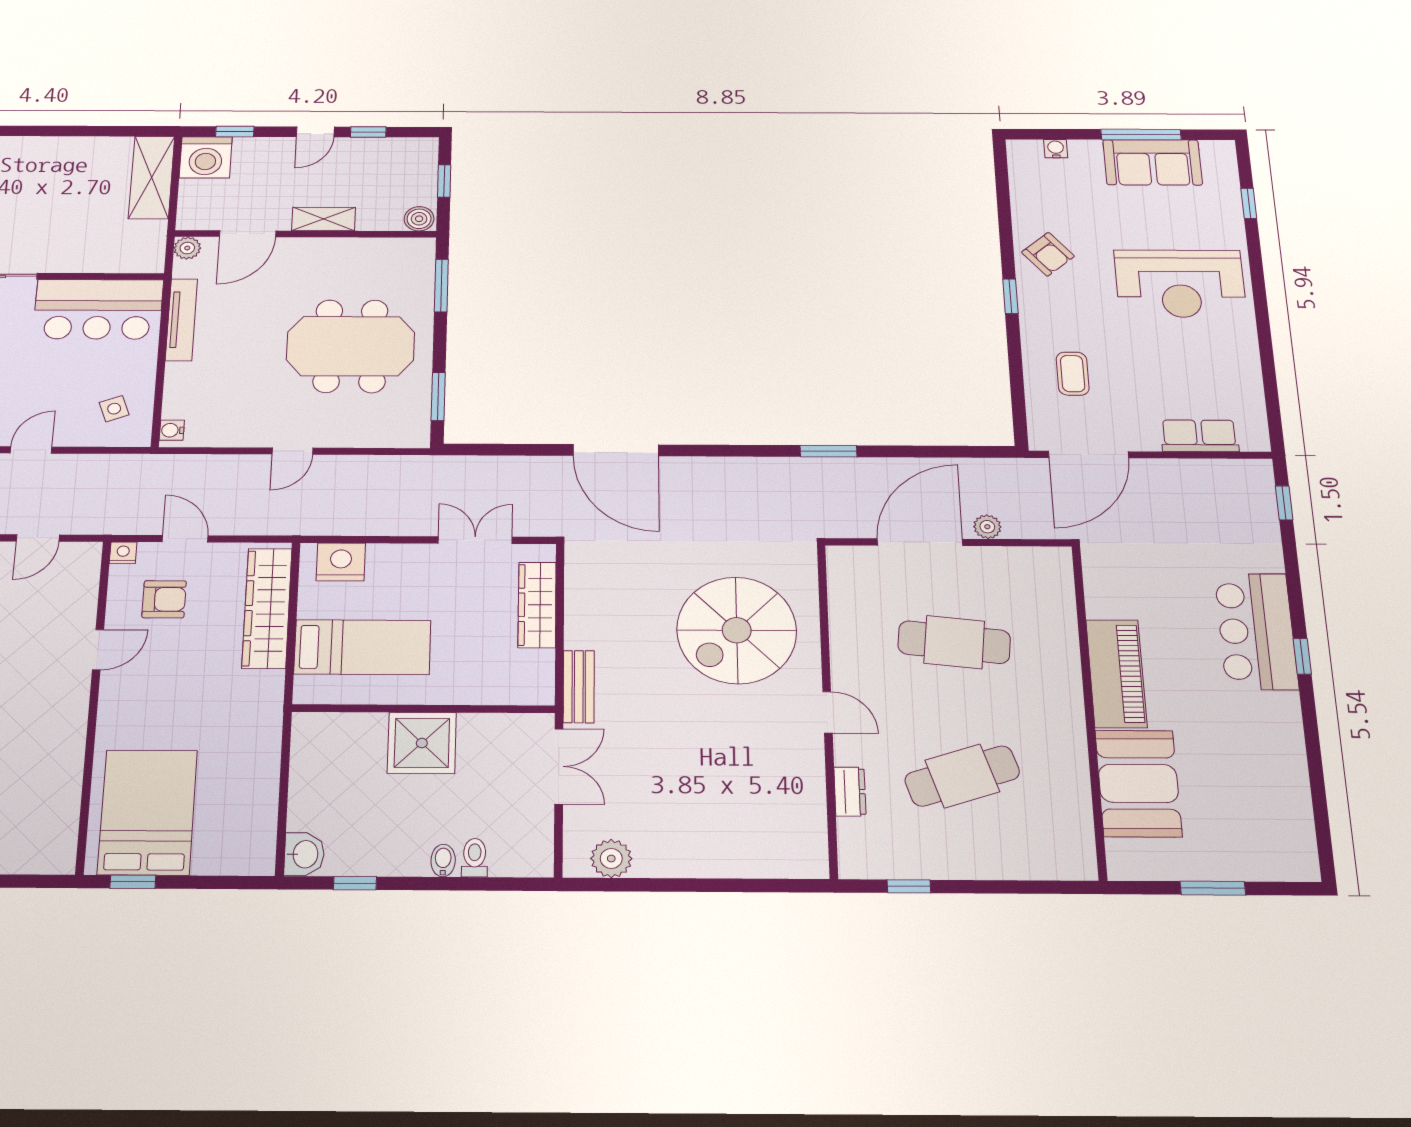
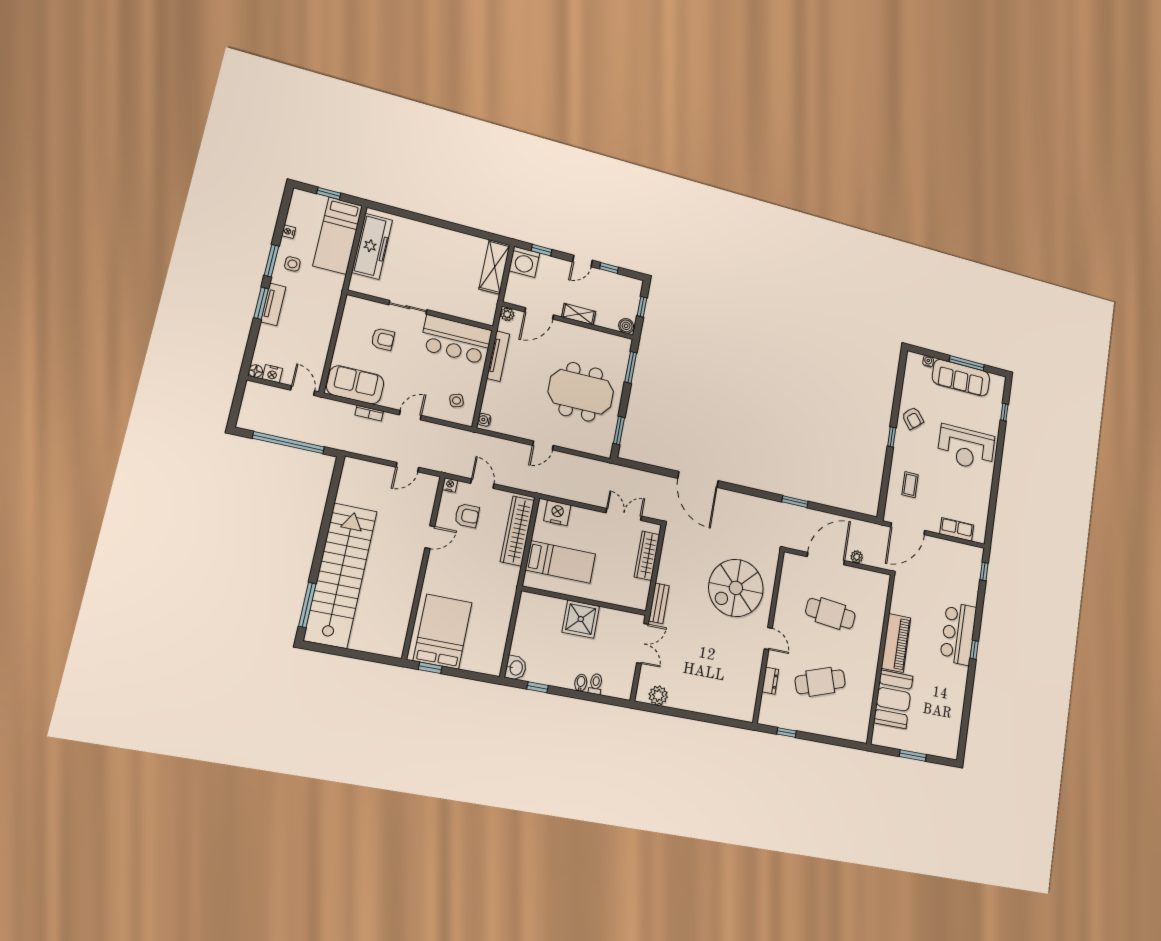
sofa: (1152, 162) -> (961, 378), width x1.36

